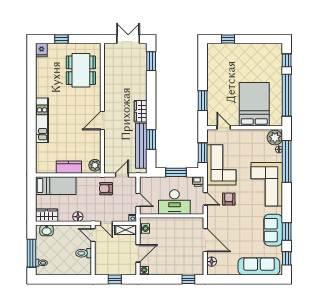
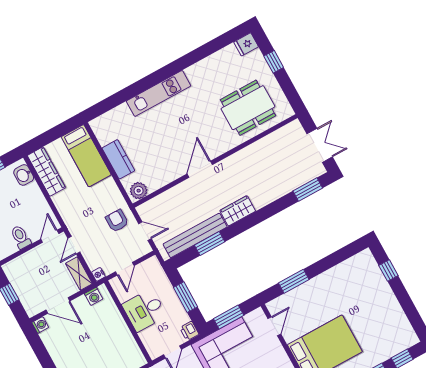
door: (102, 121) -> (200, 169), hinge flipped
desk: (174, 202) -> (144, 310), width x0.73
wardrobe: (47, 215) -> (46, 172), width x1.50
floor lamp: (78, 217) -> (62, 205), removed

